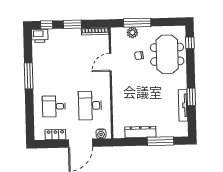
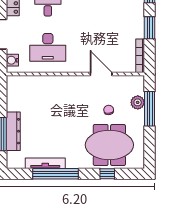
window: (190, 43) -> (107, 174), moved
window: (191, 97) -> (56, 174), width x2.11
desk: (90, 106) -> (48, 47), turned 180
dresser: (140, 132) -> (13, 131), moved

